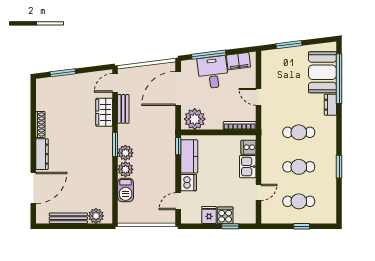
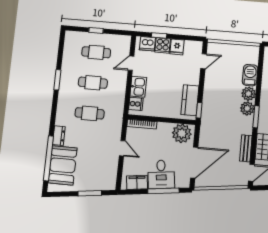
dishwasher: (189, 183) -> (147, 44), moved, turned -90

